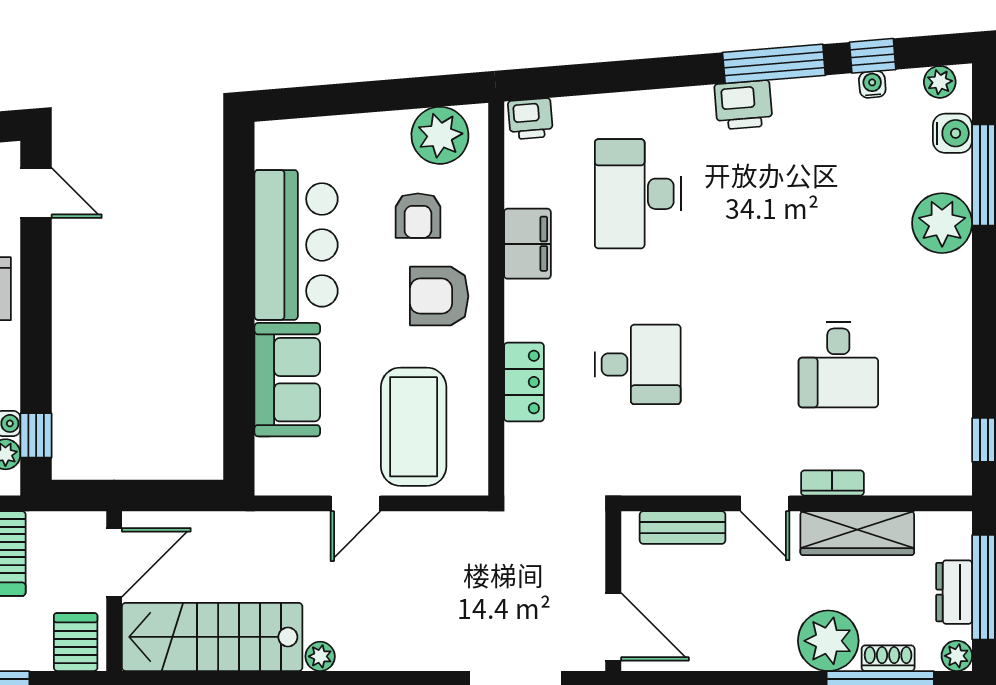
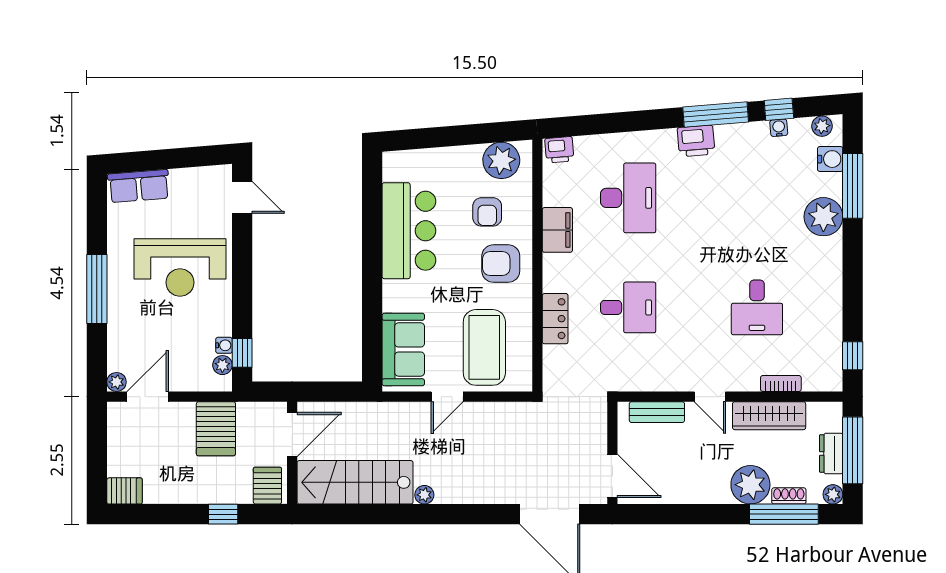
desk: (638, 194) -> (628, 198), turned 180
sofa: (287, 380) -> (403, 349), moved
bookcase: (832, 483) -> (781, 383), moved

